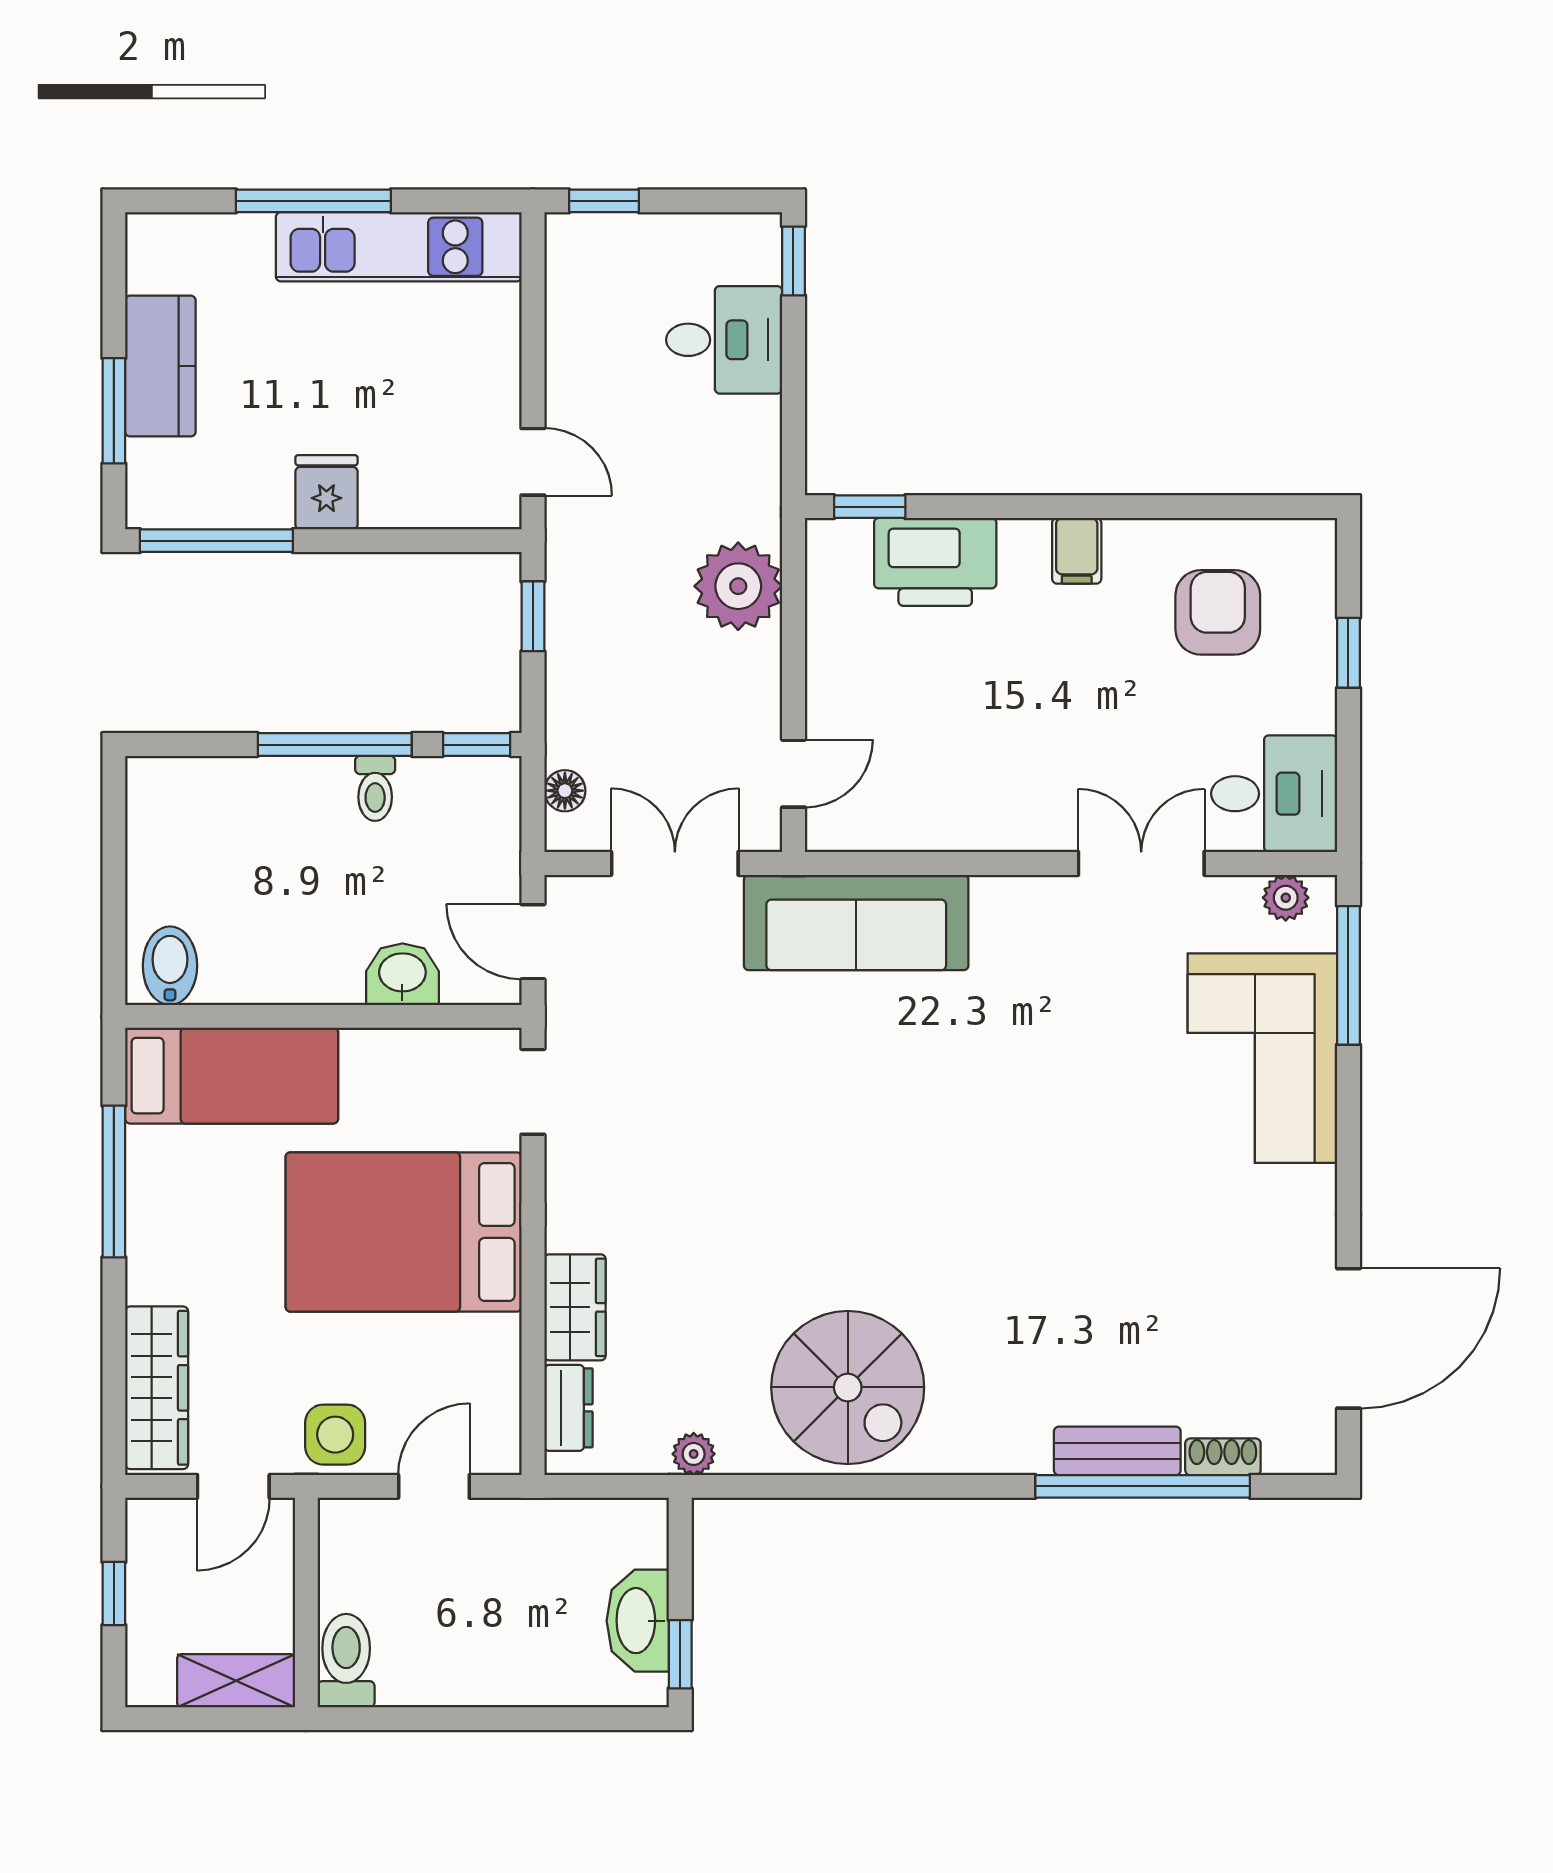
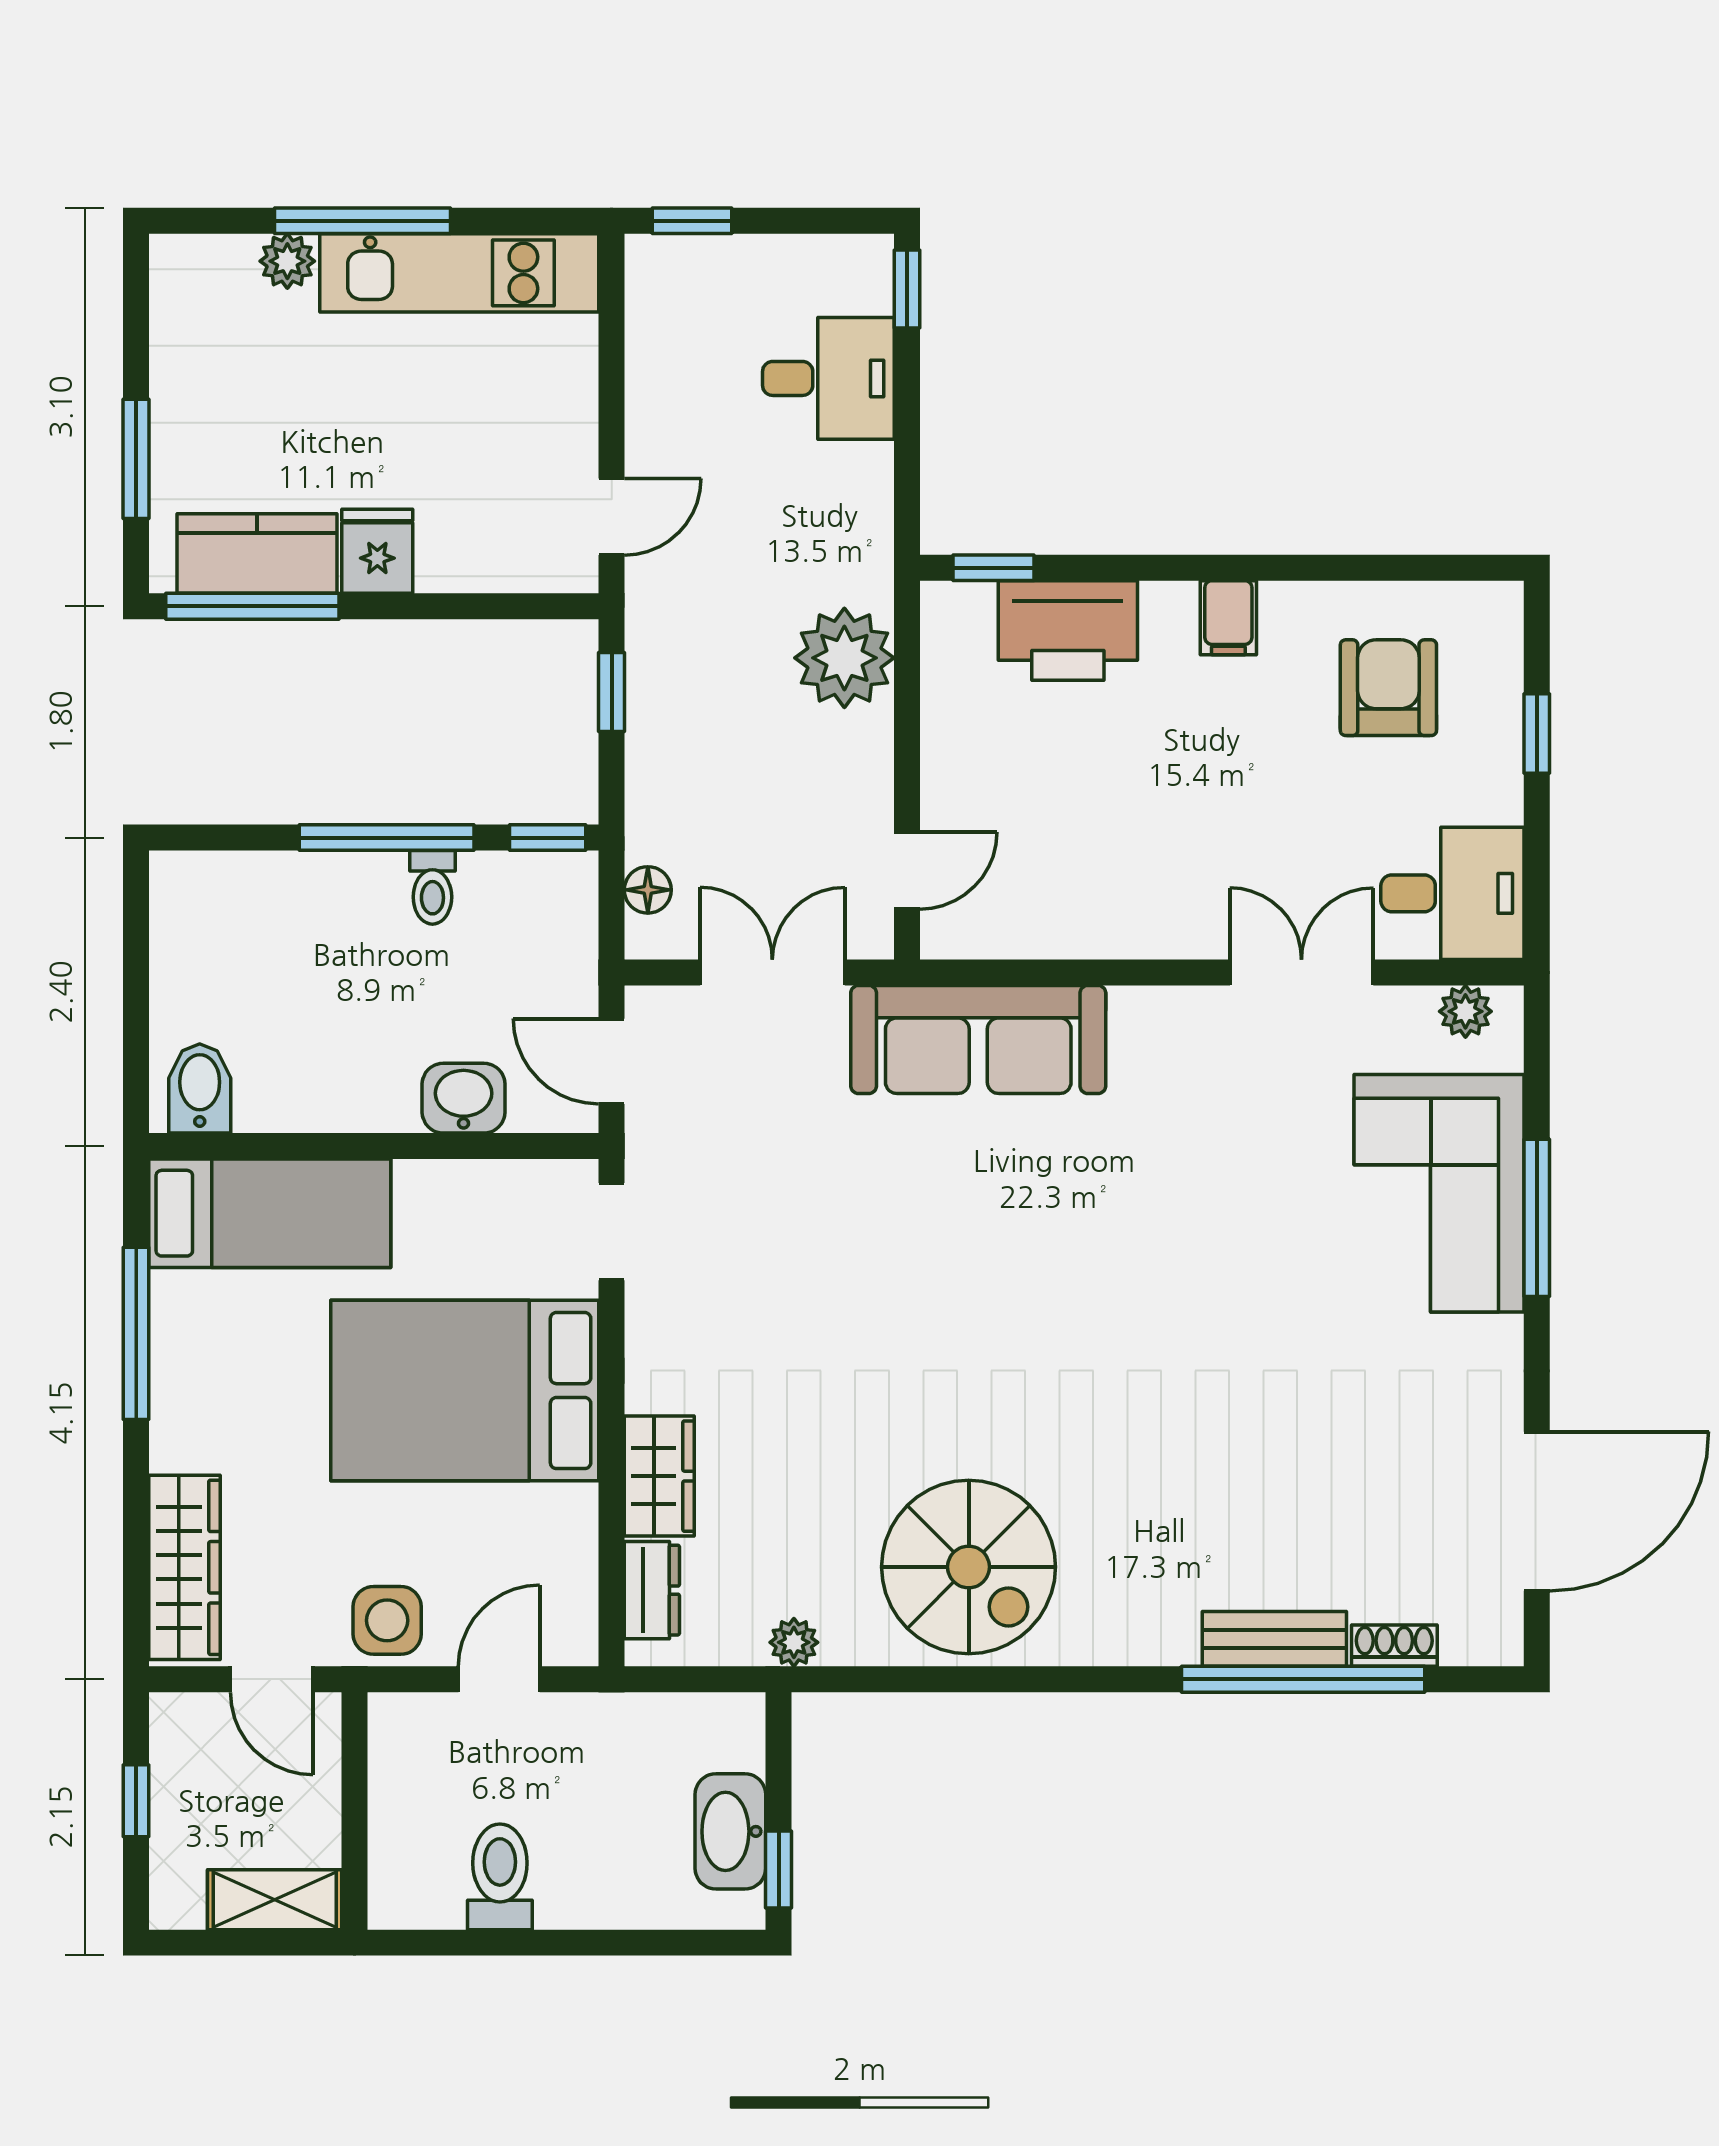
plant: (247, 236) -> (287, 261), added
kitchen counter: (160, 366) -> (257, 553), moved, turned -90
door: (533, 462) -> (612, 517), hinge flipped
window: (1348, 975) -> (1537, 1218), moved
door: (233, 1486) -> (272, 1679), hinge flipped
toilet: (346, 1661) -> (500, 1877), moved

